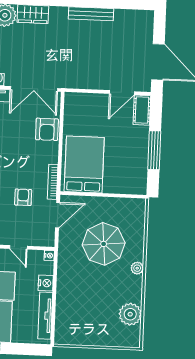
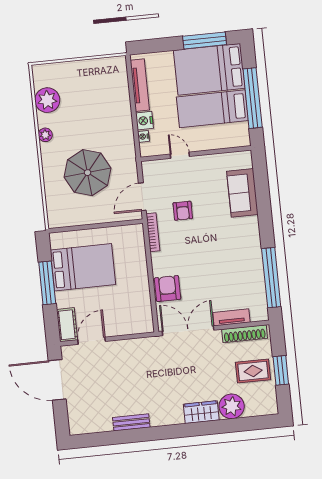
bench: (91, 14) -> (131, 422), width x0.73
bed: (84, 164) -> (83, 267), moved, turned -90
nightstand: (49, 256) -> (143, 136), moved
plant: (137, 268) -> (45, 135), moved

